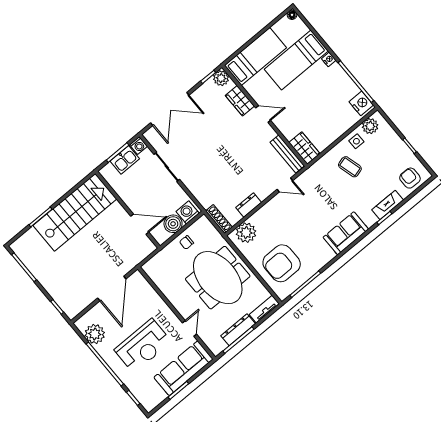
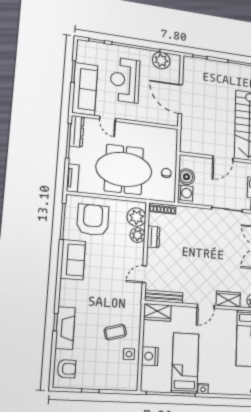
bed: (296, 60) -> (185, 363), moved
nightstand: (361, 103) -> (150, 356), moved, turned 90
plant: (370, 126) -> (138, 235), moved
fireplace: (388, 205) -> (65, 328), width x1.37, depth x1.32
door: (140, 224) -> (223, 158), moved
sofa: (346, 233) -> (73, 260), moved
dresser: (238, 330) -> (77, 131), moved

